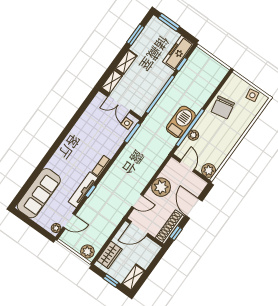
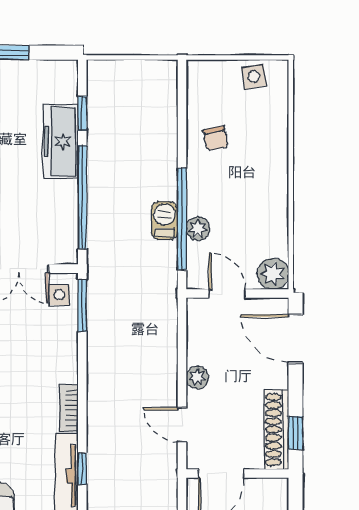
freezer: (178, 53) -> (61, 142), moved
chair: (223, 107) -> (216, 138), width x0.54, depth x0.54
barbecue: (181, 122) -> (164, 221), width x0.53, depth x0.65
plant: (161, 187) -> (197, 377), width x0.53, depth x0.53
door: (137, 201) -> (182, 425), swing flipped
door: (194, 208) -> (296, 339), moved

